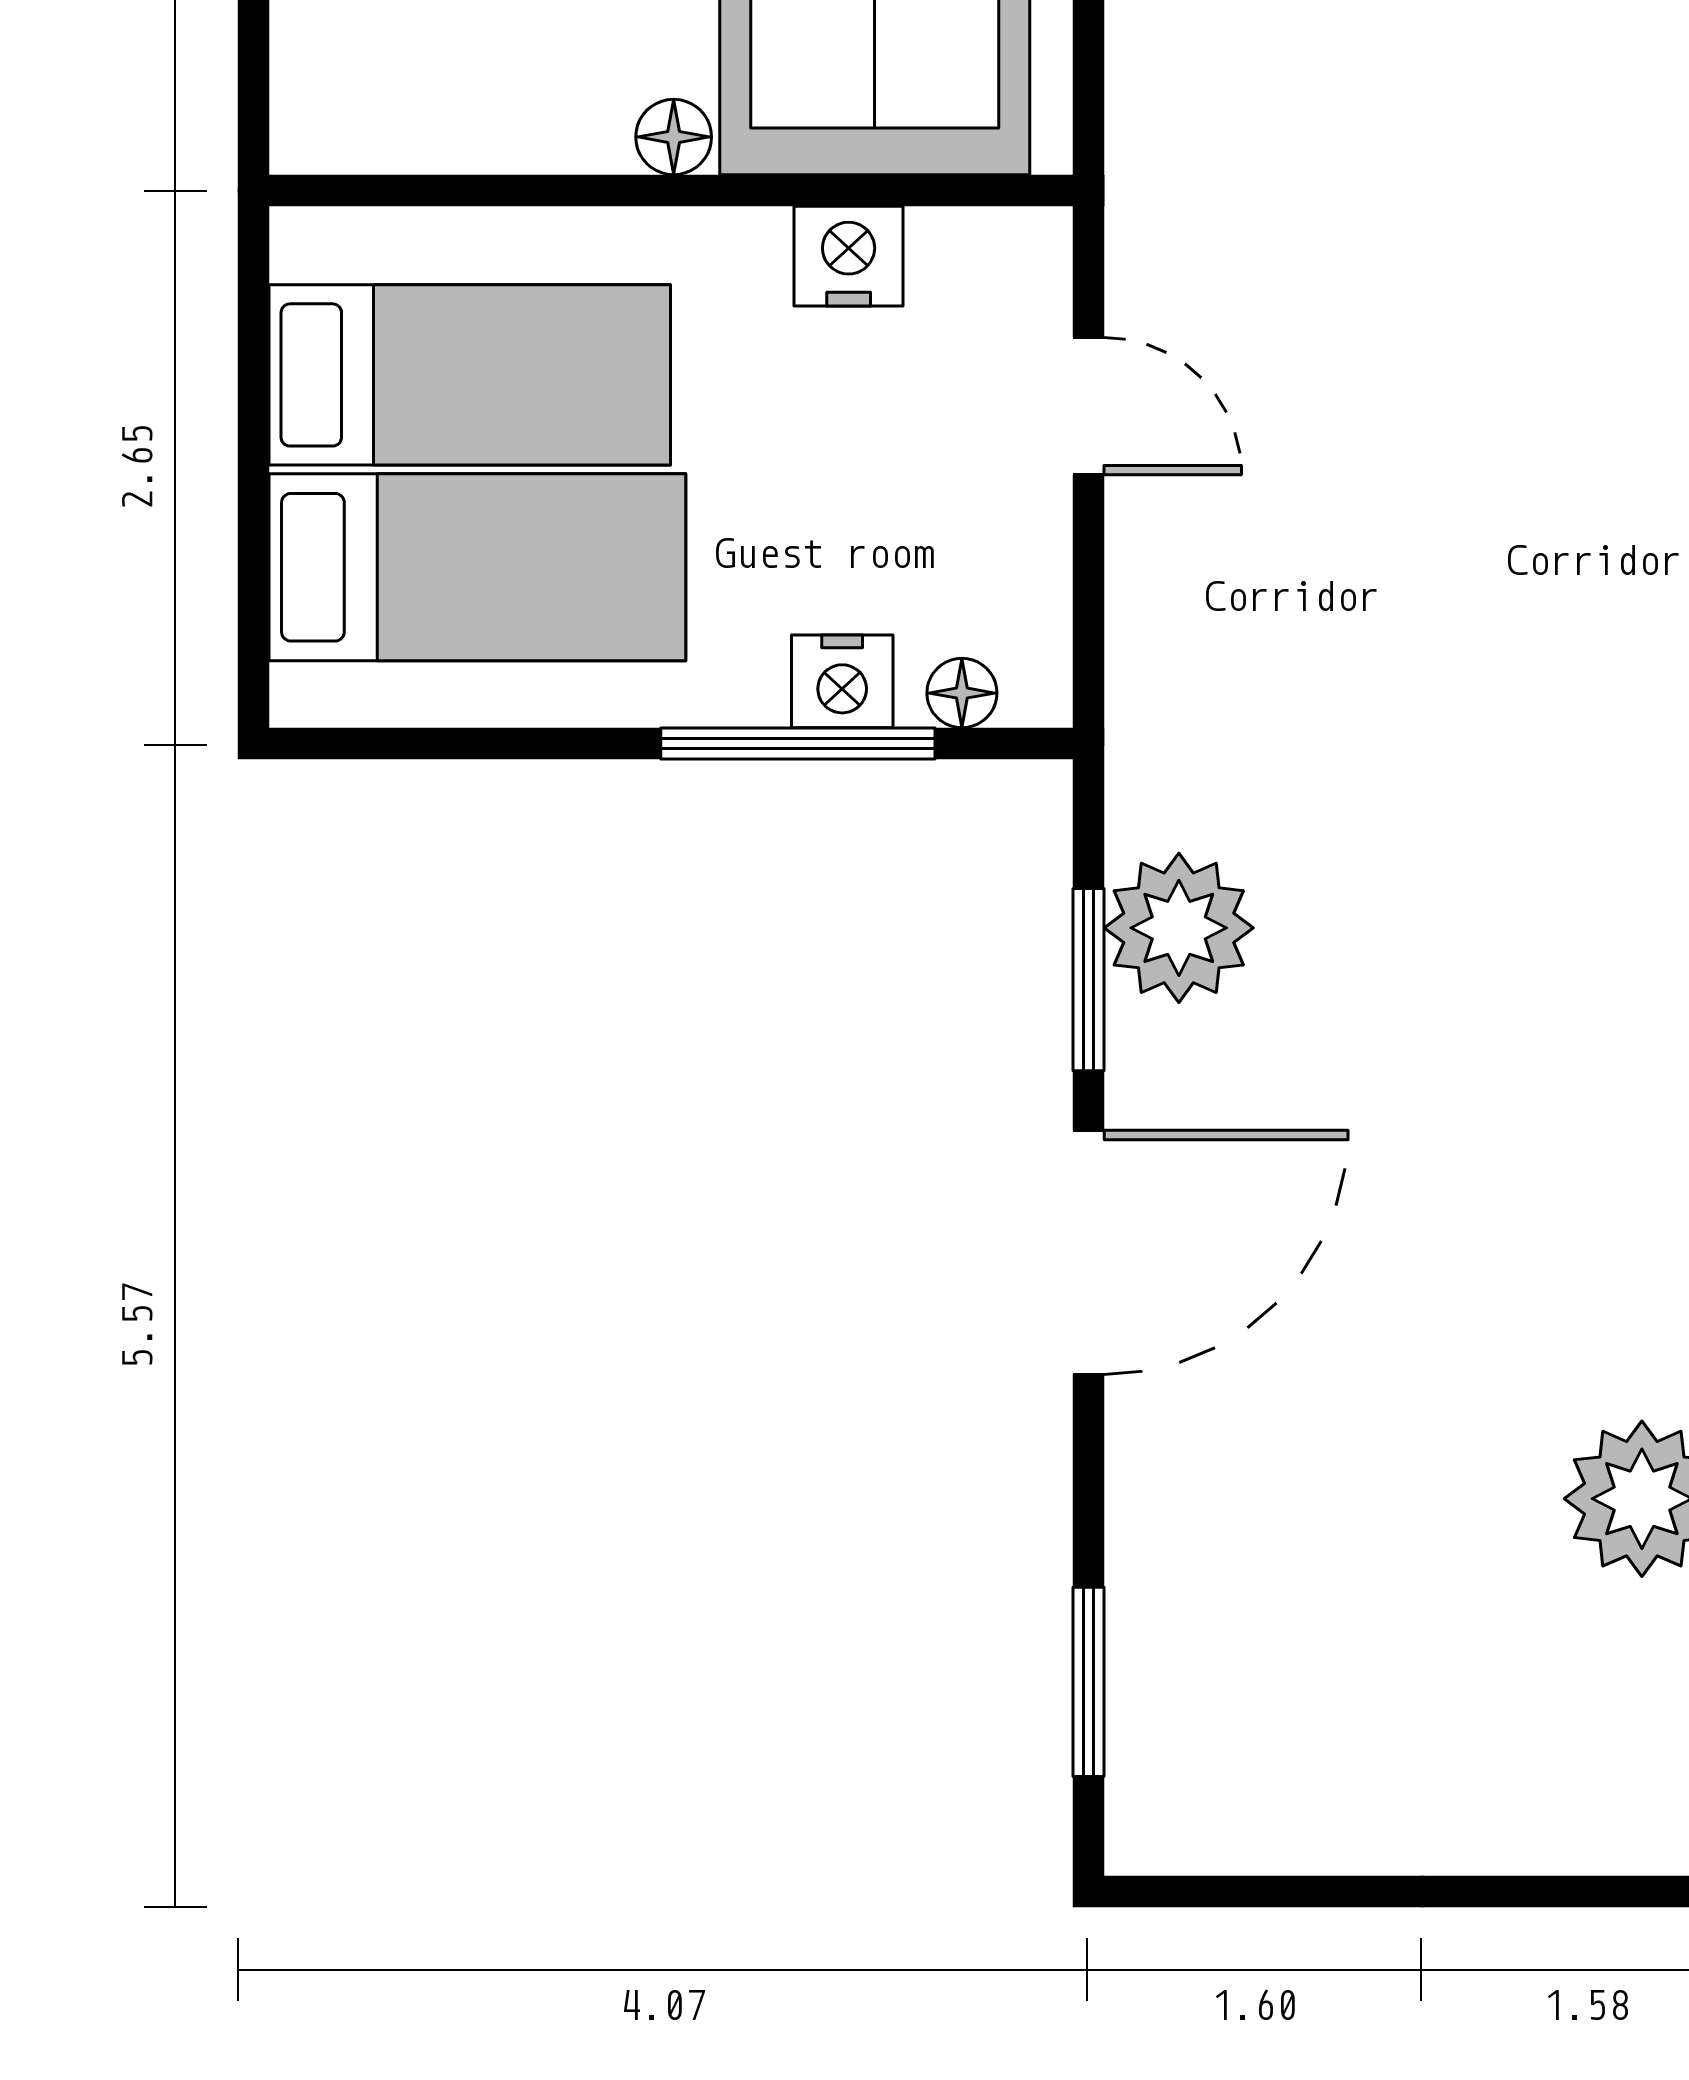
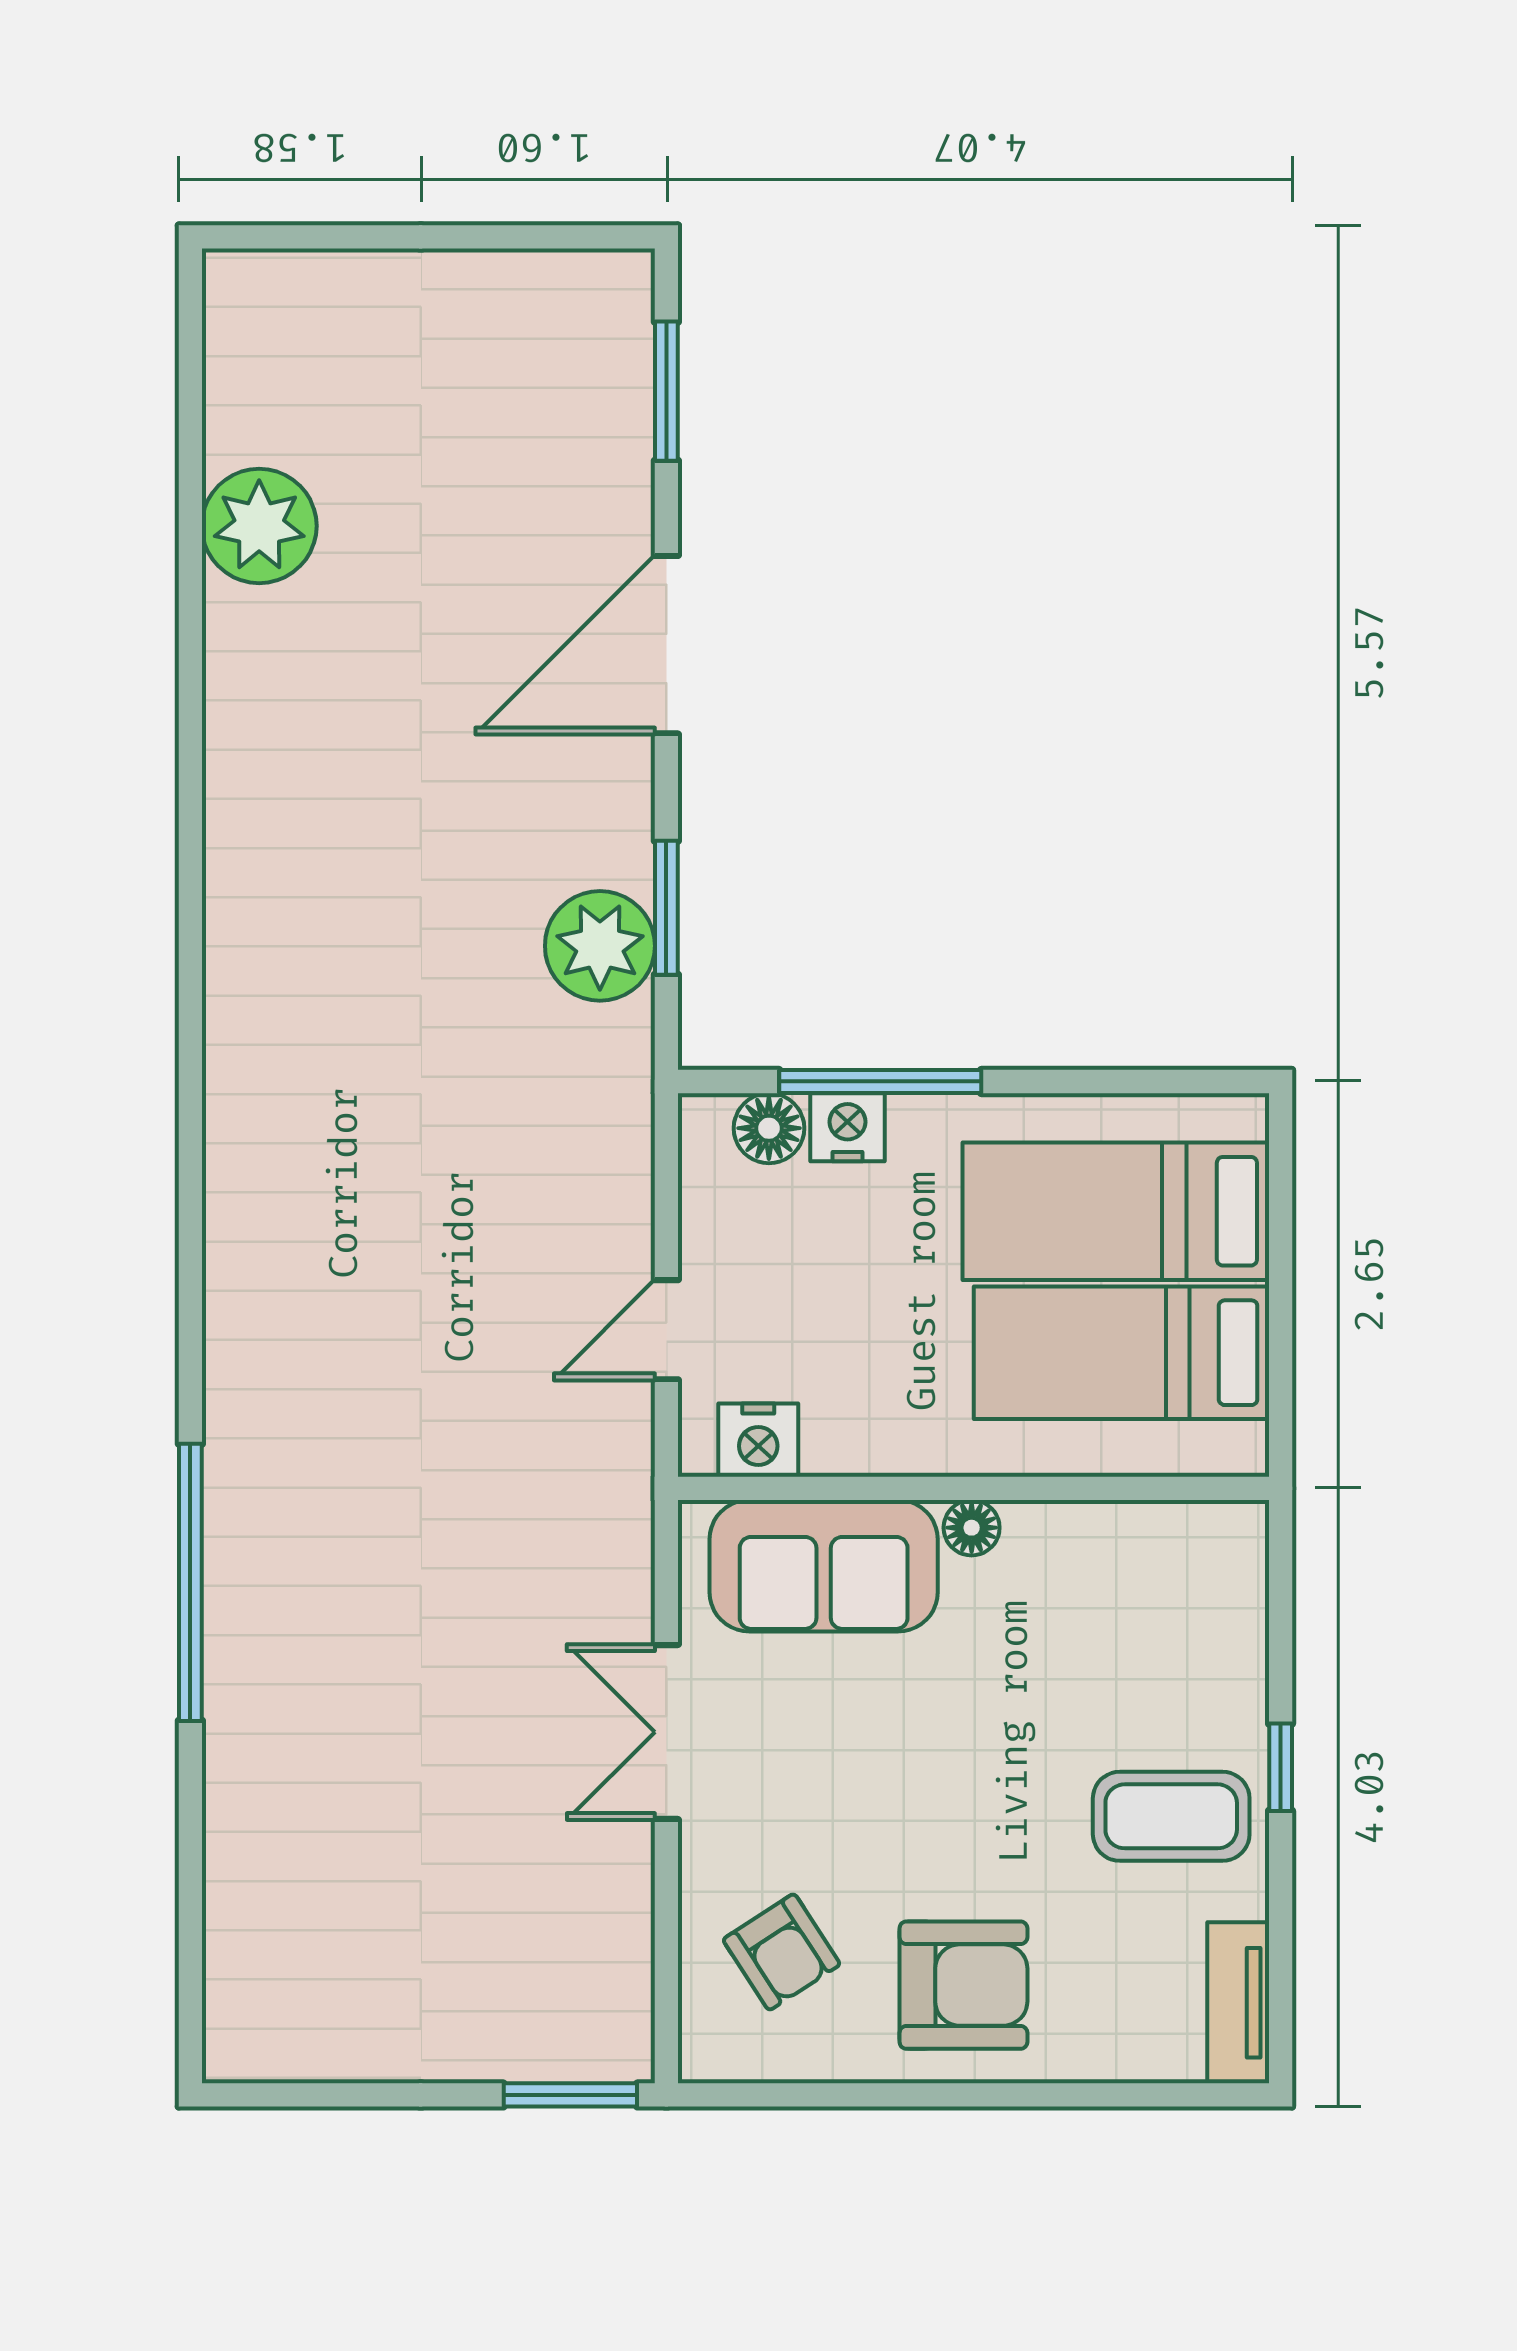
nightstand: (849, 256) -> (758, 1440), moved
door: (1088, 406) -> (666, 1330), hinge flipped
floor lamp: (962, 693) -> (769, 1128), width x1.37, depth x1.37
door: (1088, 1252) -> (666, 645), moved

